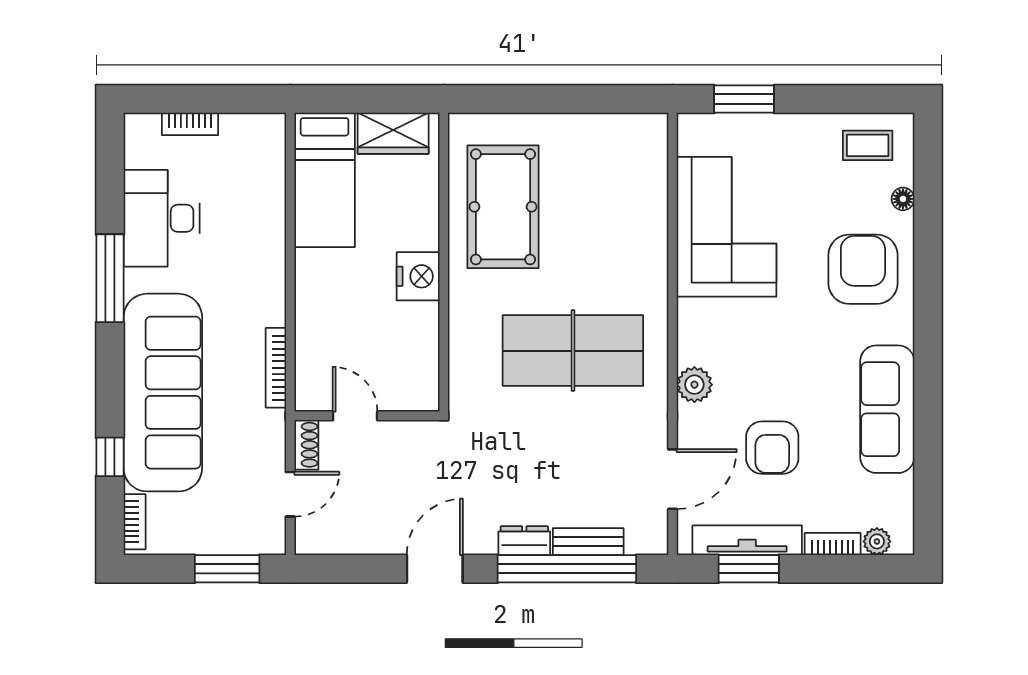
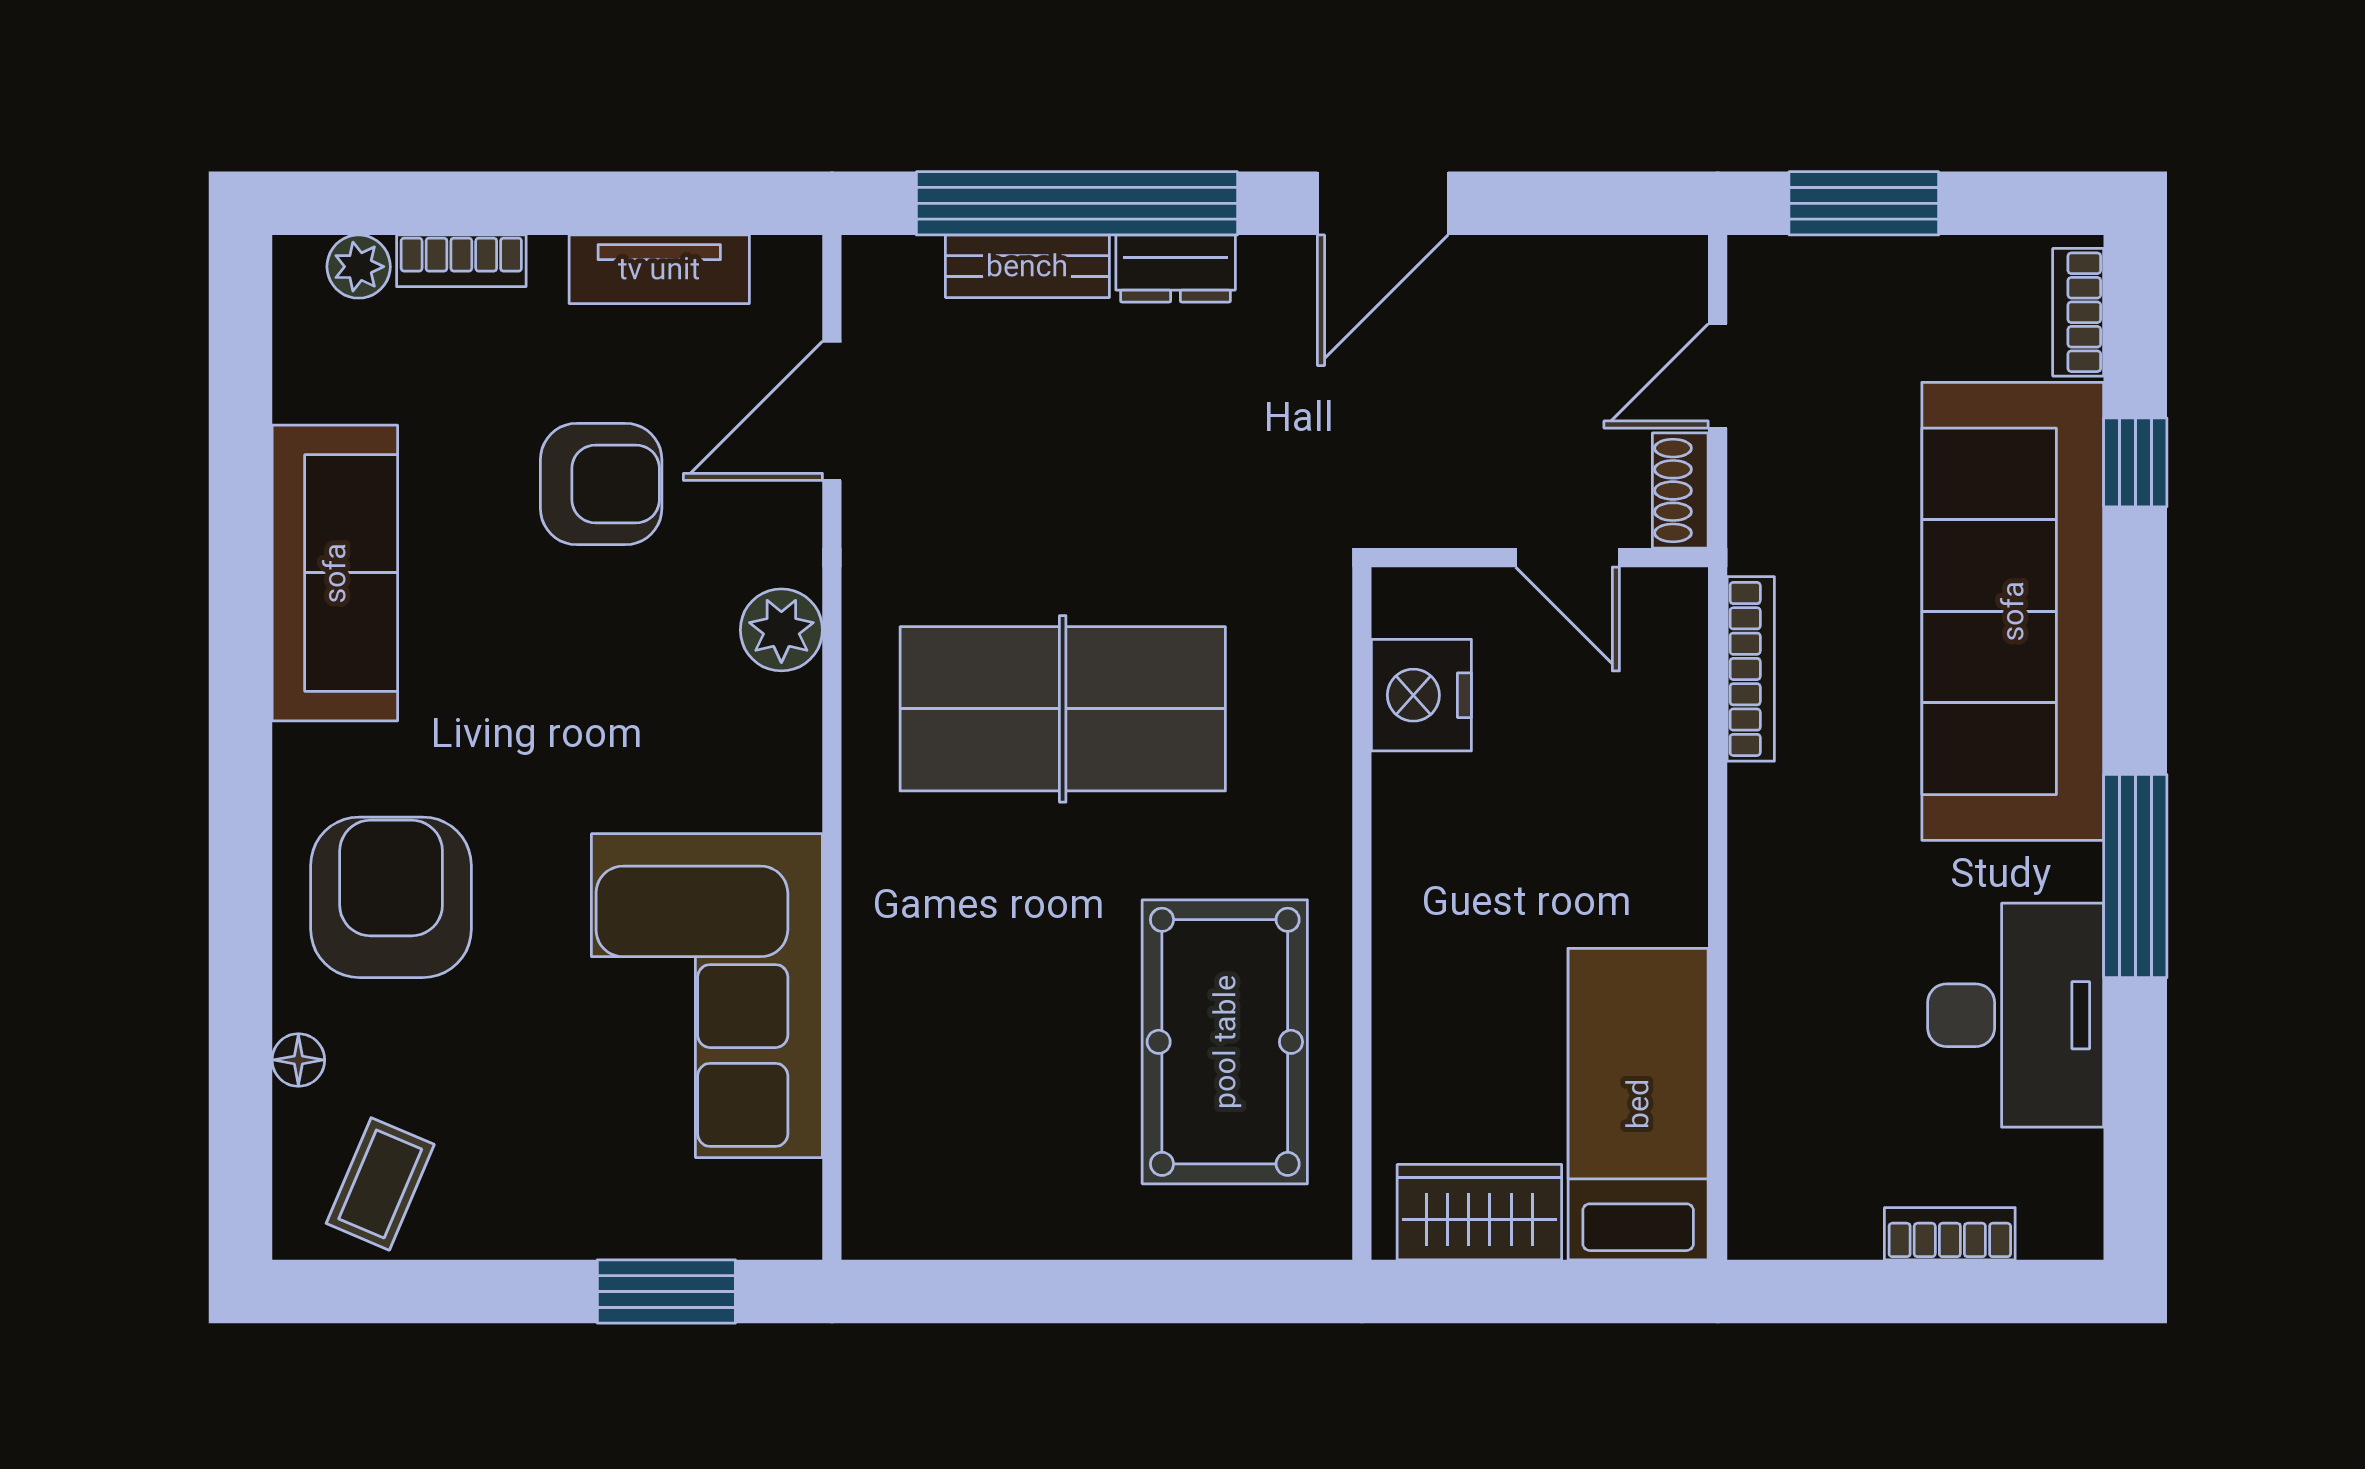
coffee table: (868, 145) -> (380, 1184), turned -67
armchair: (863, 269) -> (391, 897), turned 180
nightstand: (418, 276) -> (1421, 695), moved
armchair: (772, 448) -> (601, 484), turned 90
tv unit: (747, 540) -> (659, 269), width x0.71
window: (749, 569) -> (656, 203), removed

